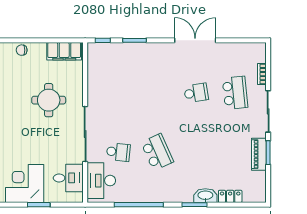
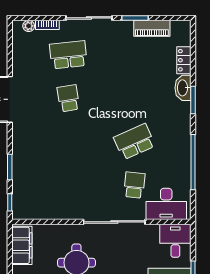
plant: (261, 57) -> (29, 26), added
piano: (259, 154) -> (152, 28), moved
desk: (68, 178) -> (175, 241), moved

